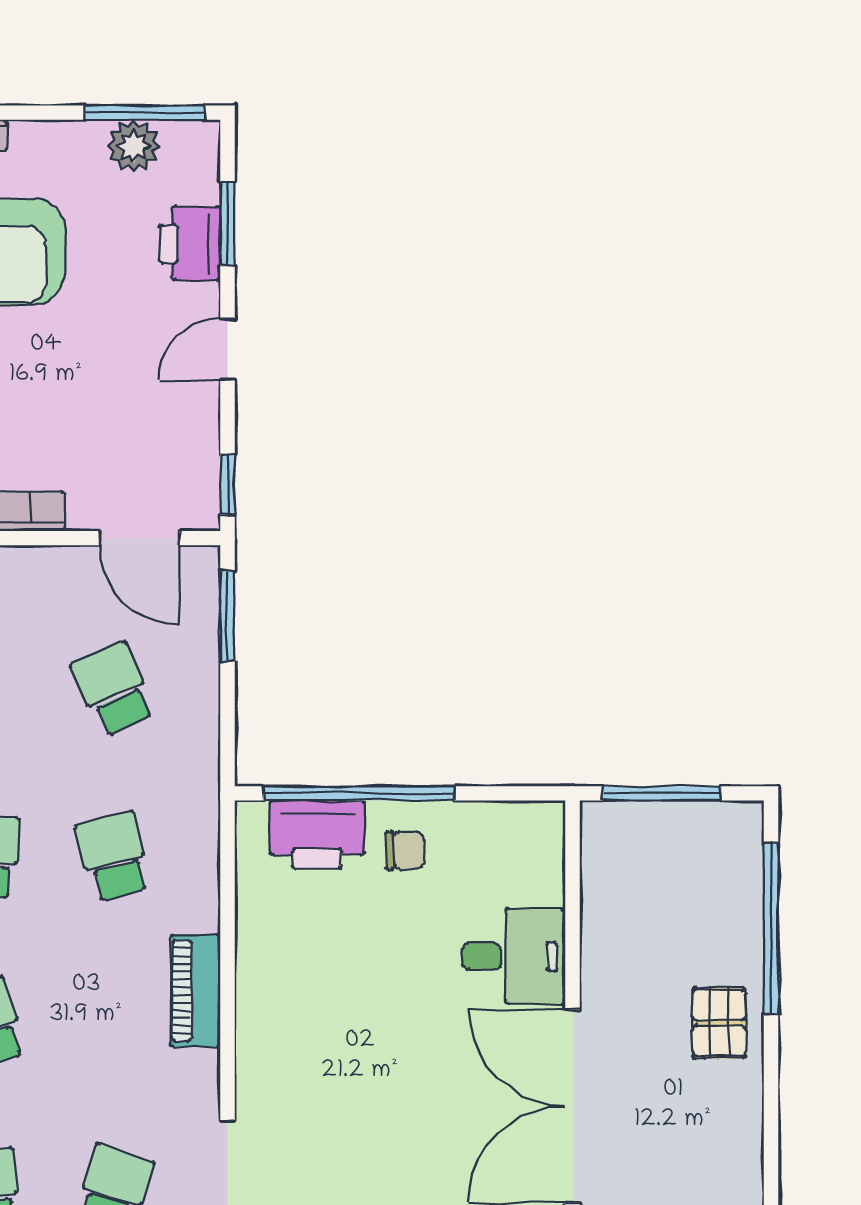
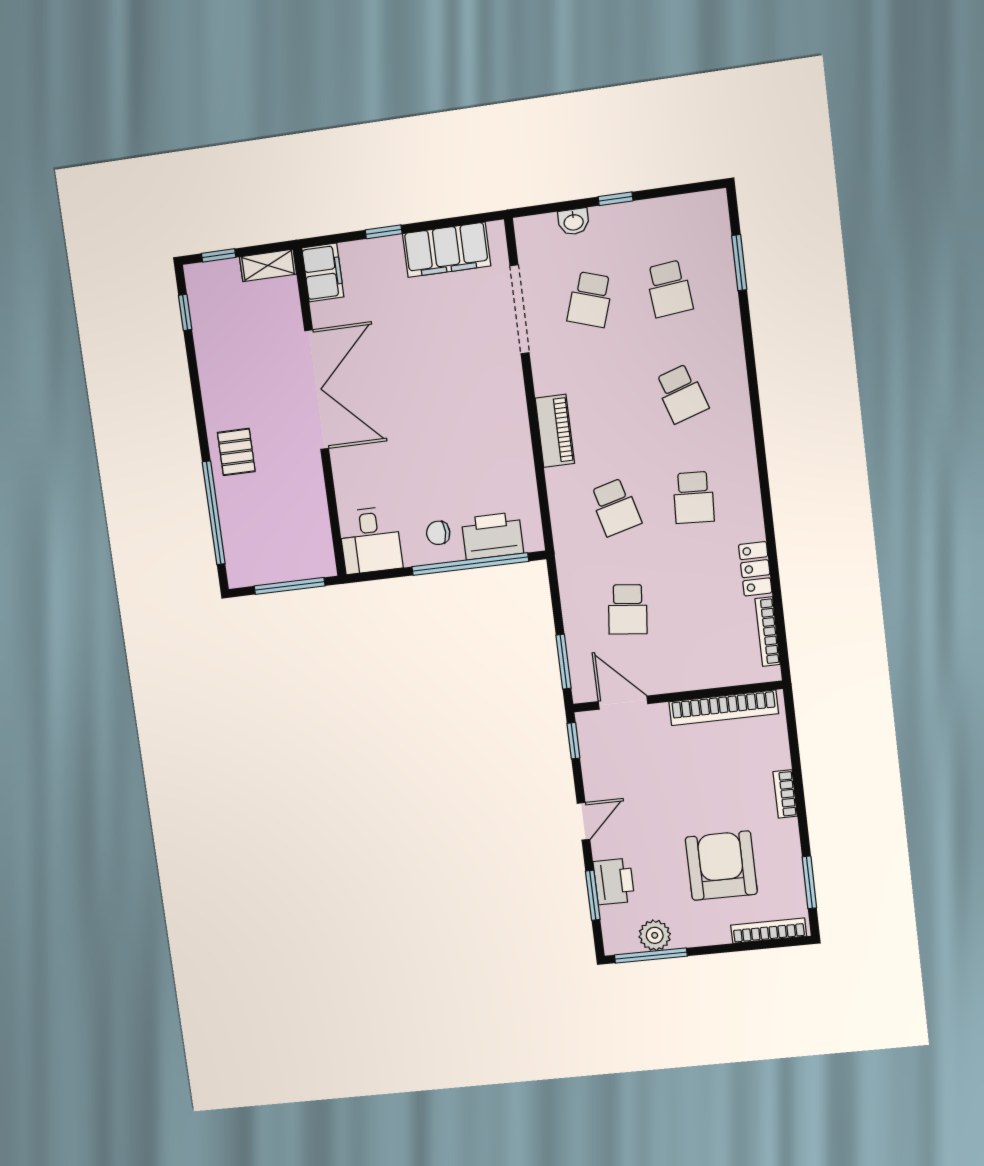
school desk: (113, 689) -> (628, 609), turned 30
desk: (514, 956) -> (370, 540), moved, turned -90

